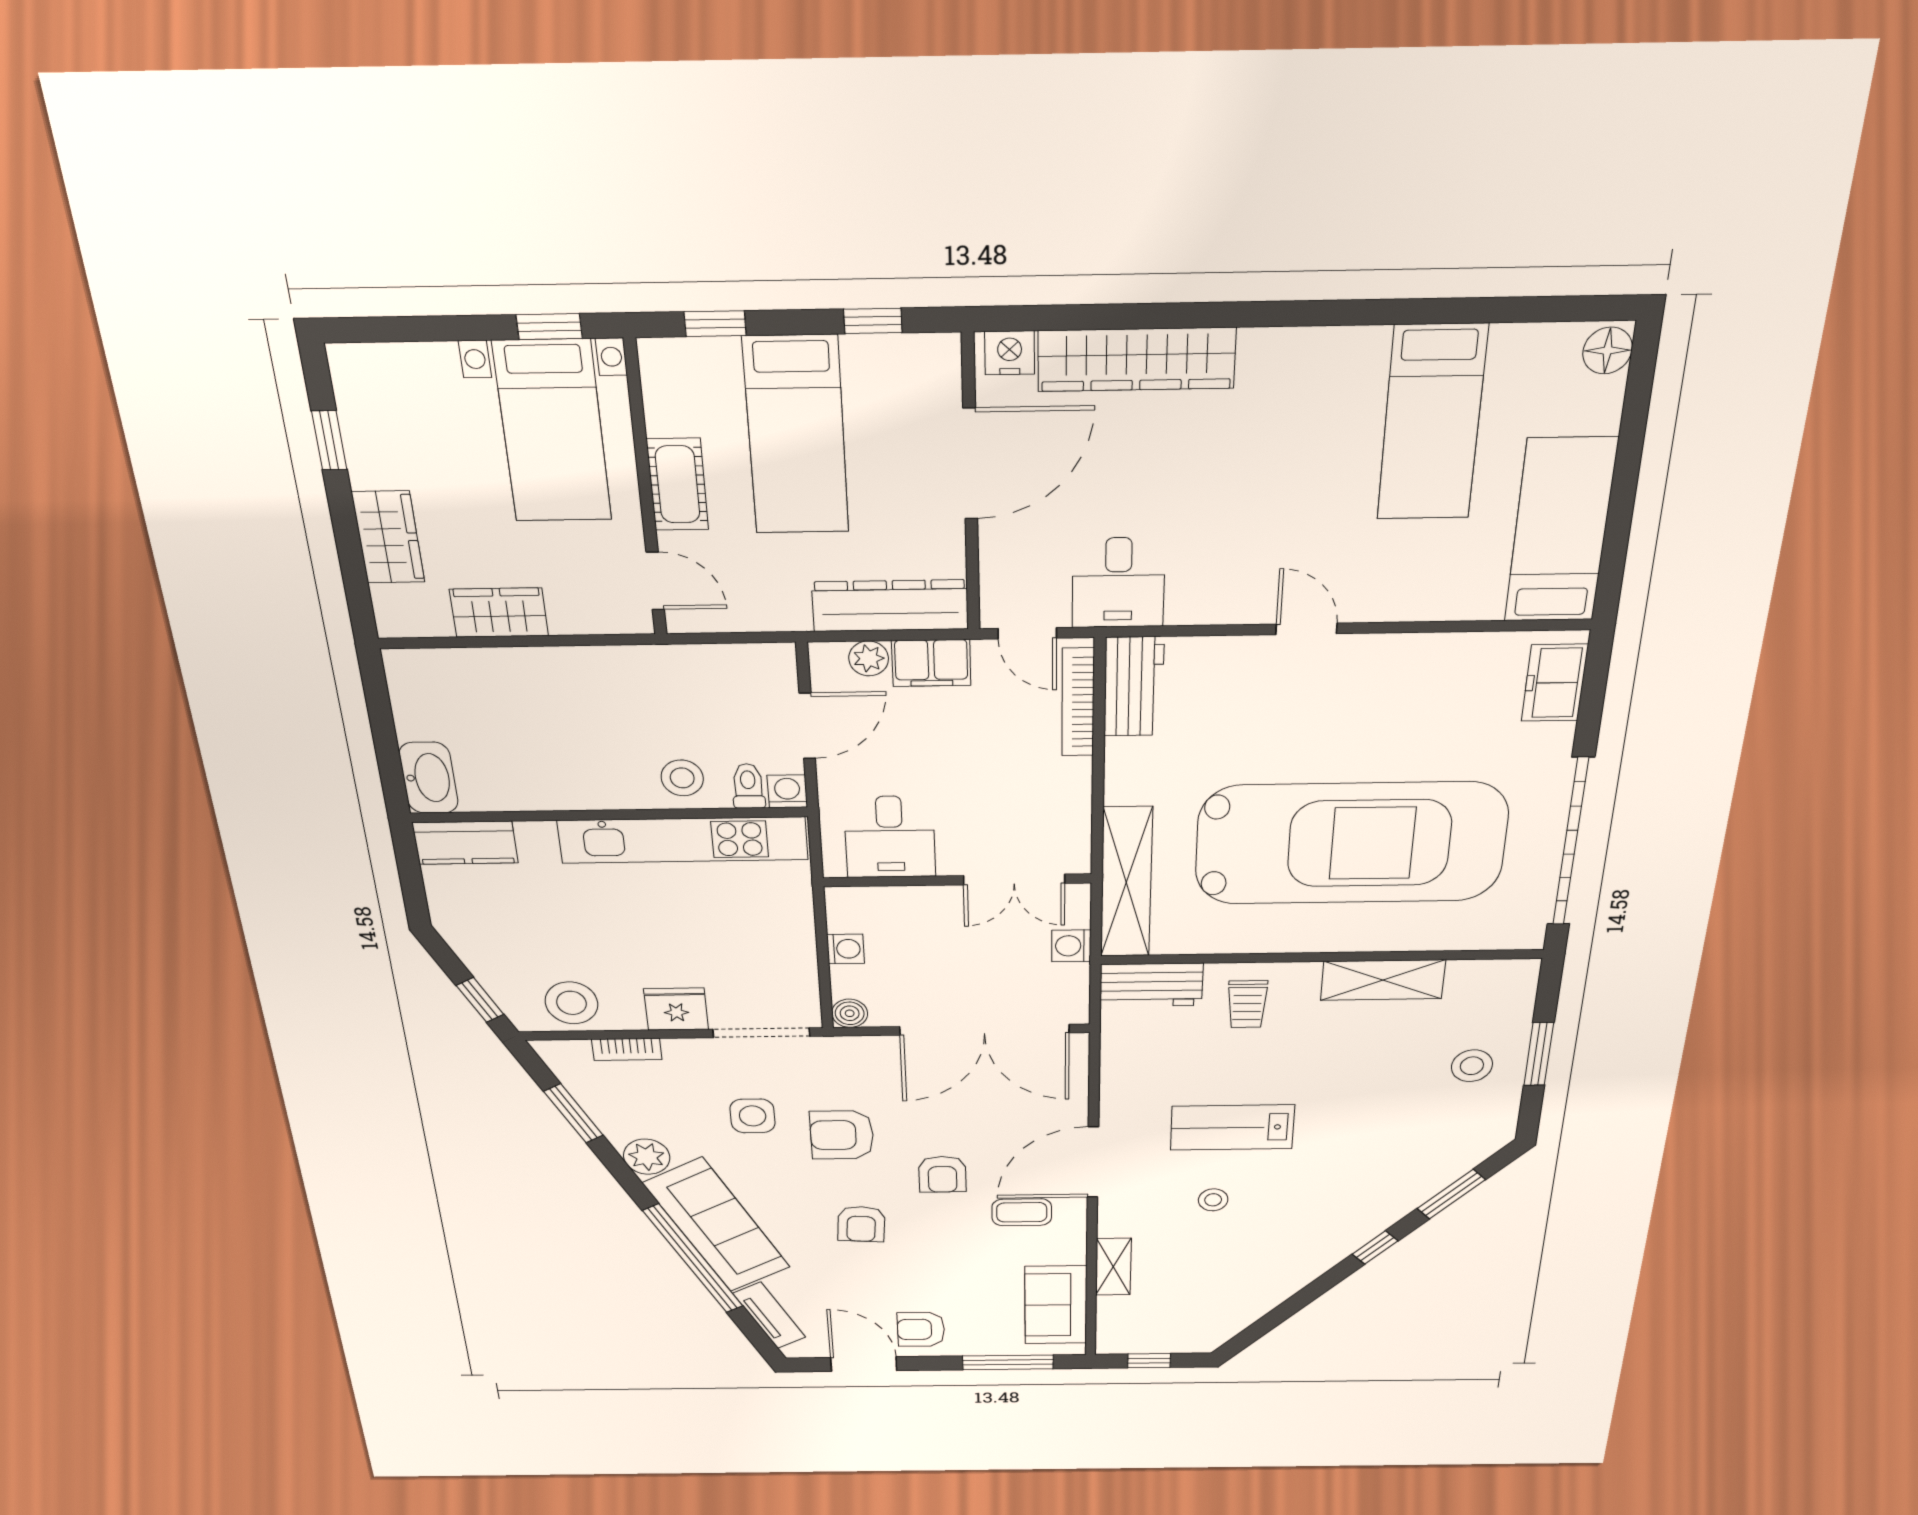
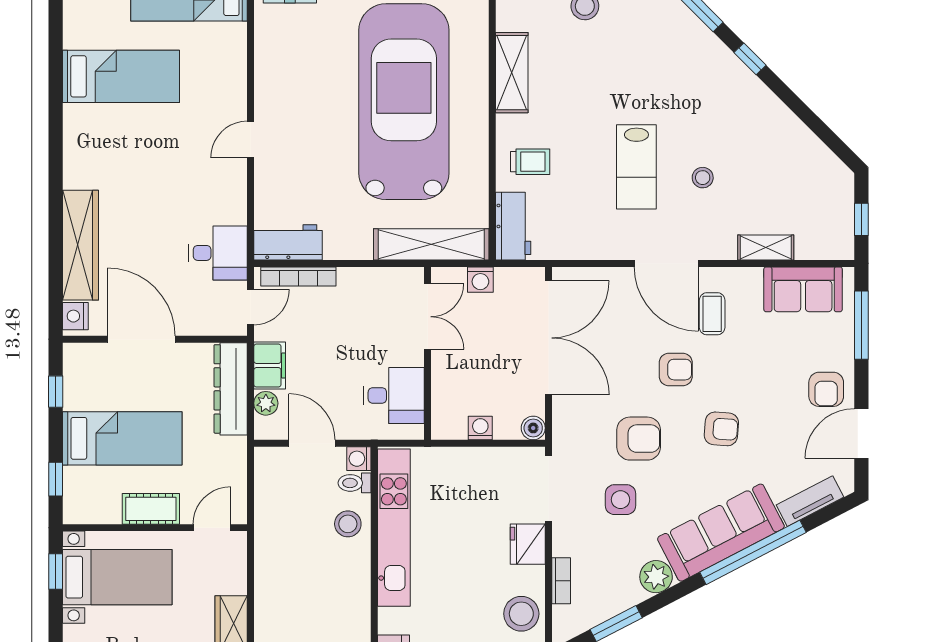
armchair: (842, 1135) -> (639, 439), turned -90

